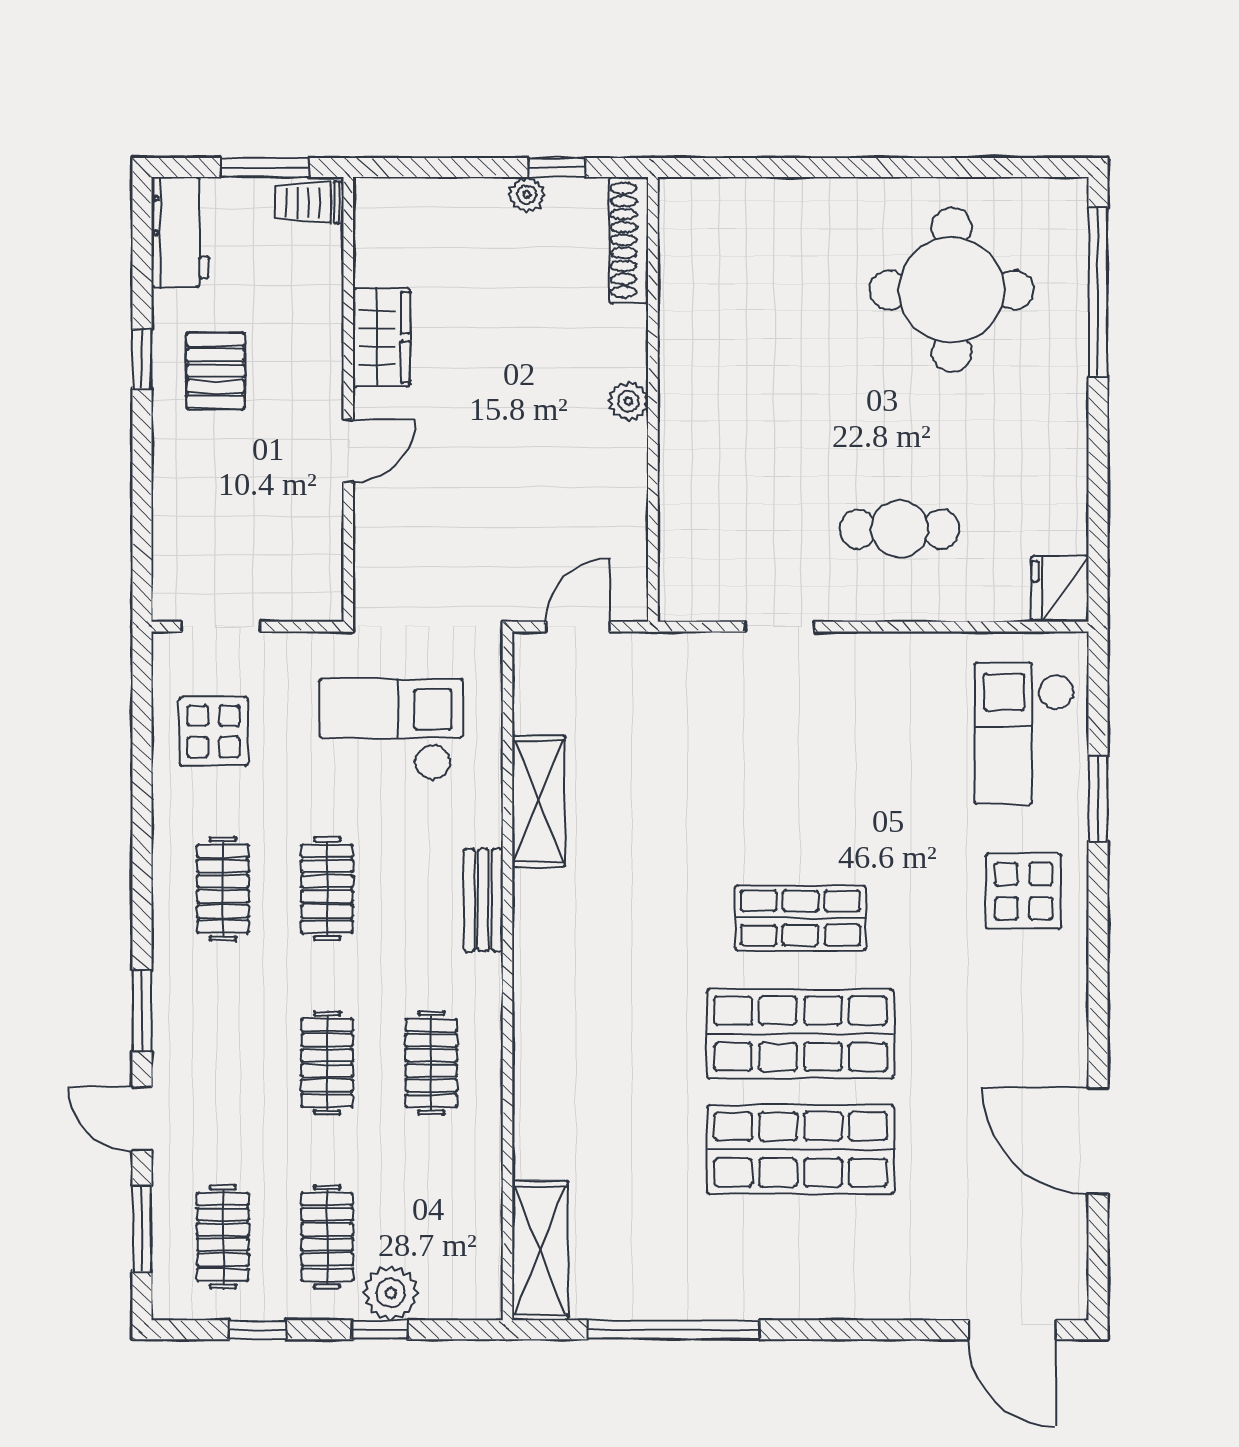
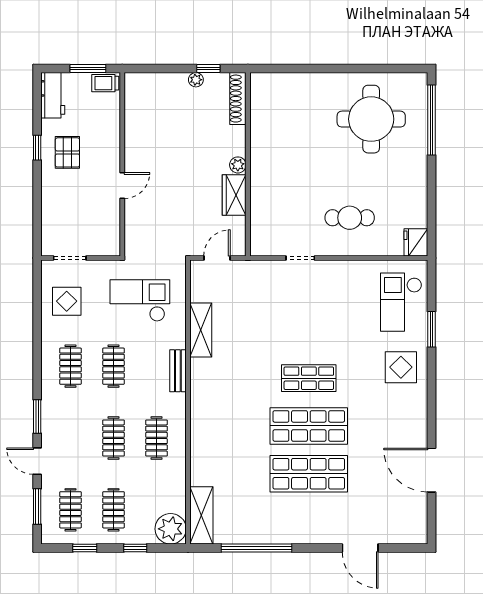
wardrobe: (382, 337) -> (234, 195), moved, turned 180
plant: (391, 1293) -> (171, 529), moved, width x1.36, depth x1.36
door: (1012, 1330) -> (360, 548), moved

